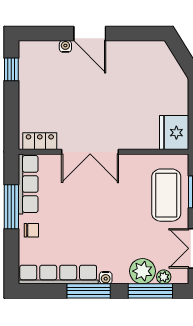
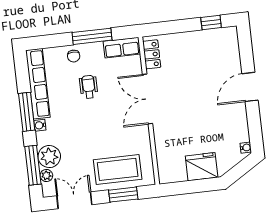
water cooler: (65, 46) -> (246, 148), moved
fridge: (174, 133) -> (202, 167), moved
row of seats: (28, 184) -> (122, 48), width x0.68
wheelchair: (68, 217) -> (89, 87), added

